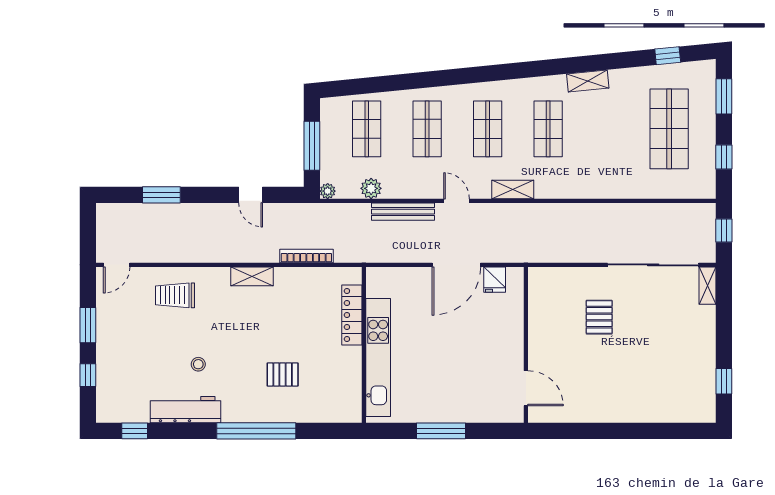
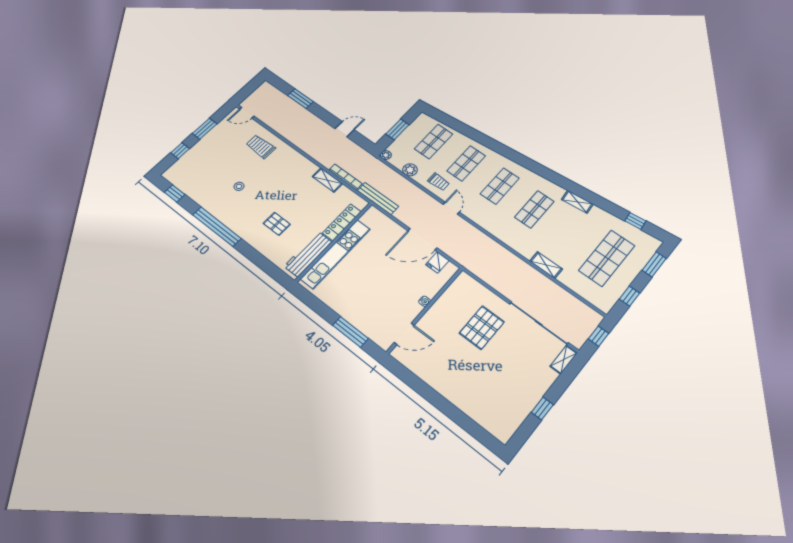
window: (312, 146) -> (397, 129), width x0.69
trolley: (416, 178) -> (439, 182), added
shelving: (513, 189) -> (546, 265), moved
door: (251, 195) -> (345, 129), swing flipped
bench: (403, 212) -> (378, 199), moved
shelving: (252, 276) -> (327, 180), moved
pallet: (599, 317) -> (482, 328), width x1.50, depth x1.42
water cooler: (517, 335) -> (425, 301), added
window: (724, 381) -> (542, 408), moved
door: (526, 388) -> (404, 334), hinge flipped
workbench: (186, 410) -> (308, 254), moved, turned -90
window: (256, 431) -> (217, 227), moved
window: (441, 431) -> (350, 332), moved

